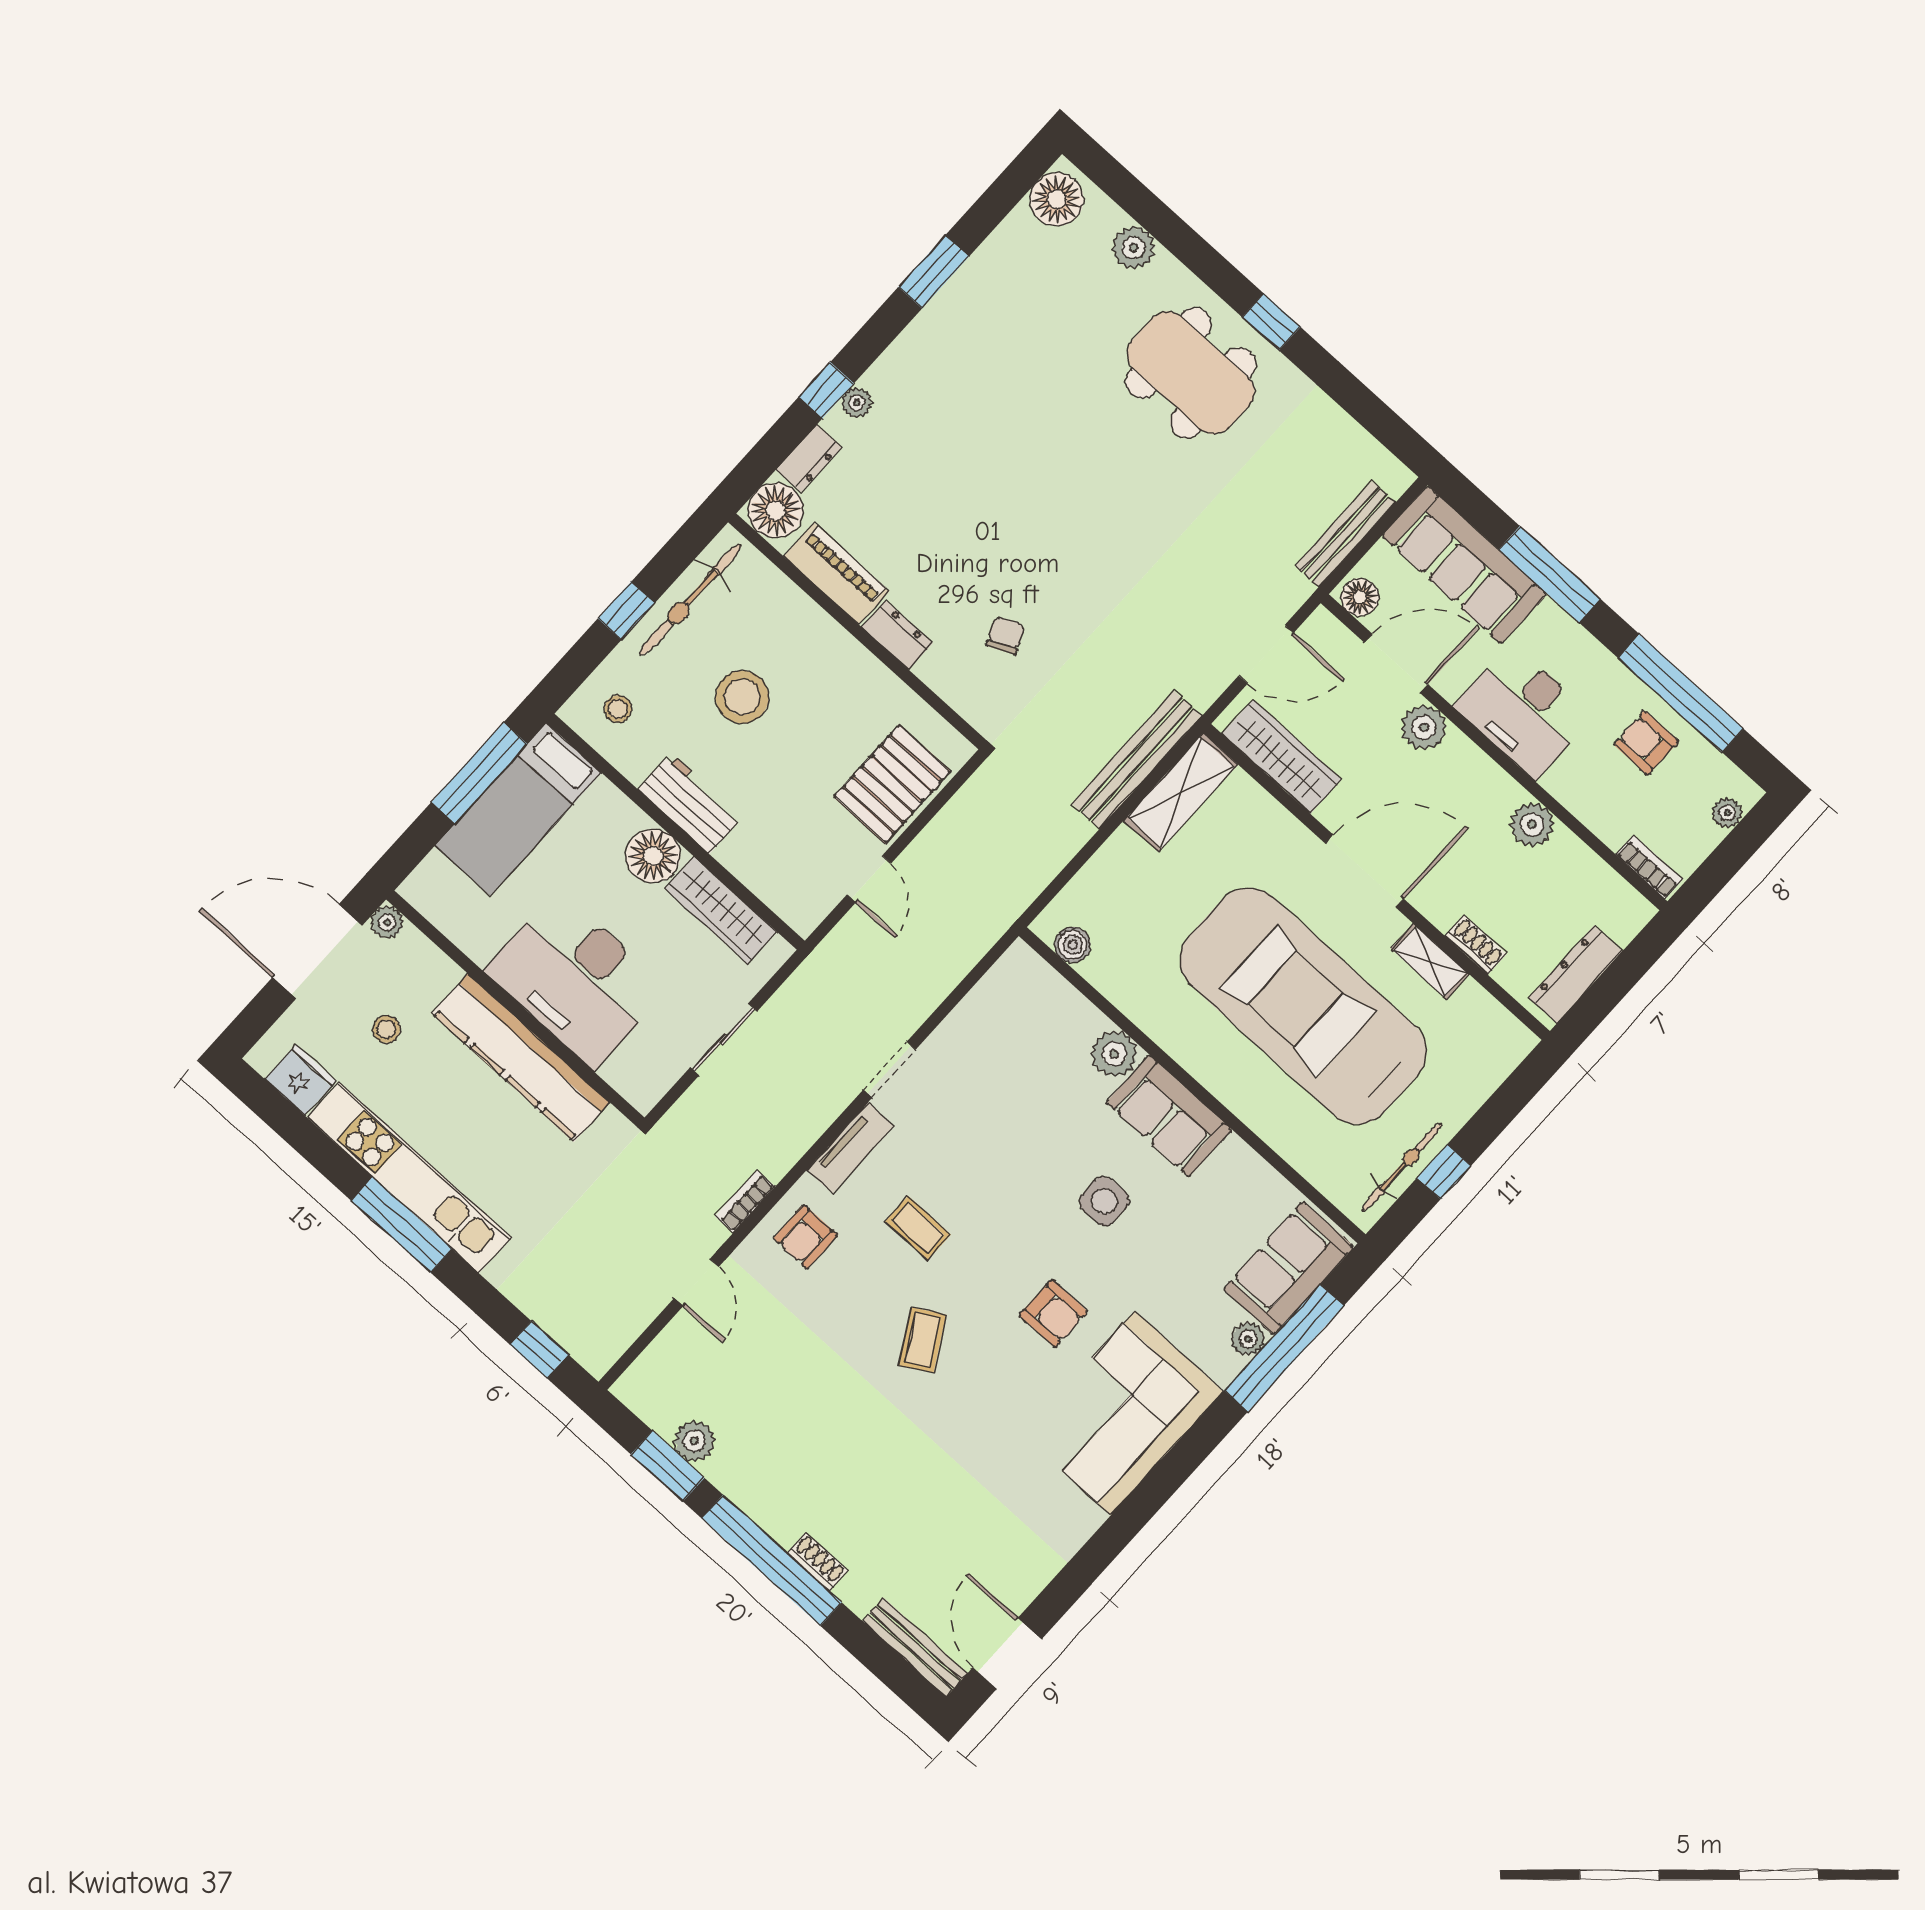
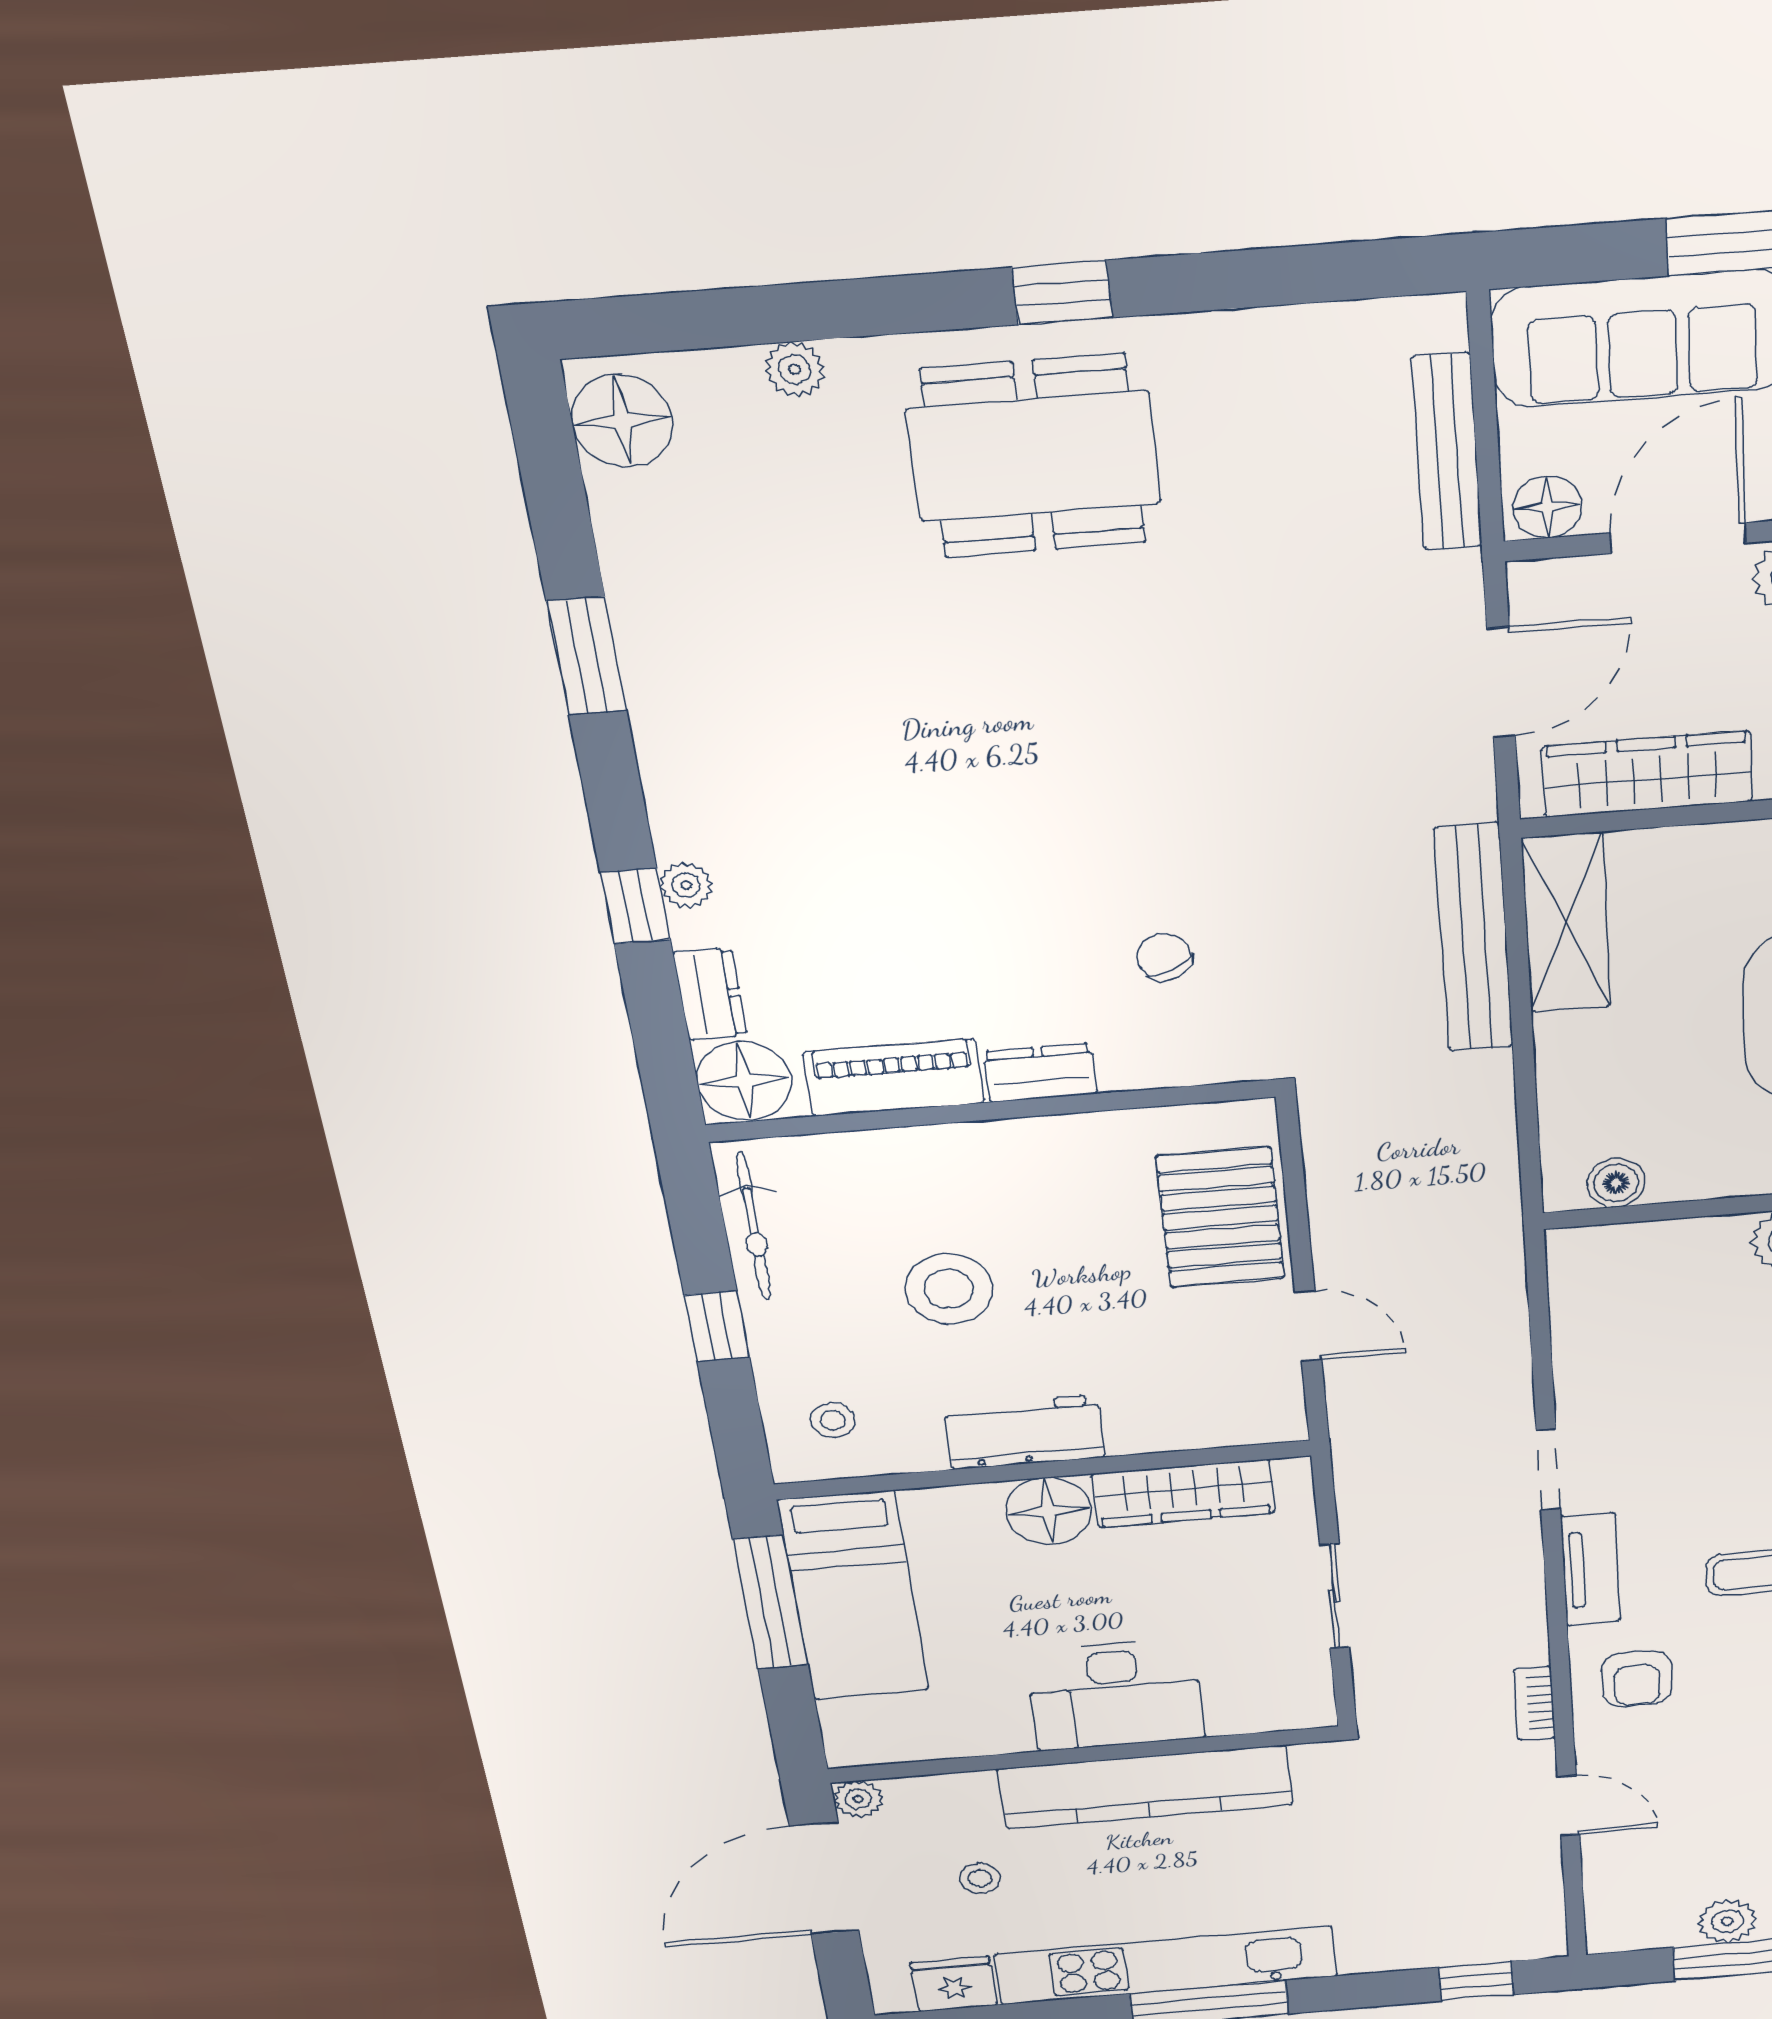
plant: (1134, 248) -> (795, 369), width x0.73, depth x0.73
bicycle: (690, 600) -> (753, 1227), width x0.73, depth x0.71
desk: (576, 980) -> (1115, 1695), width x0.73, depth x0.77

